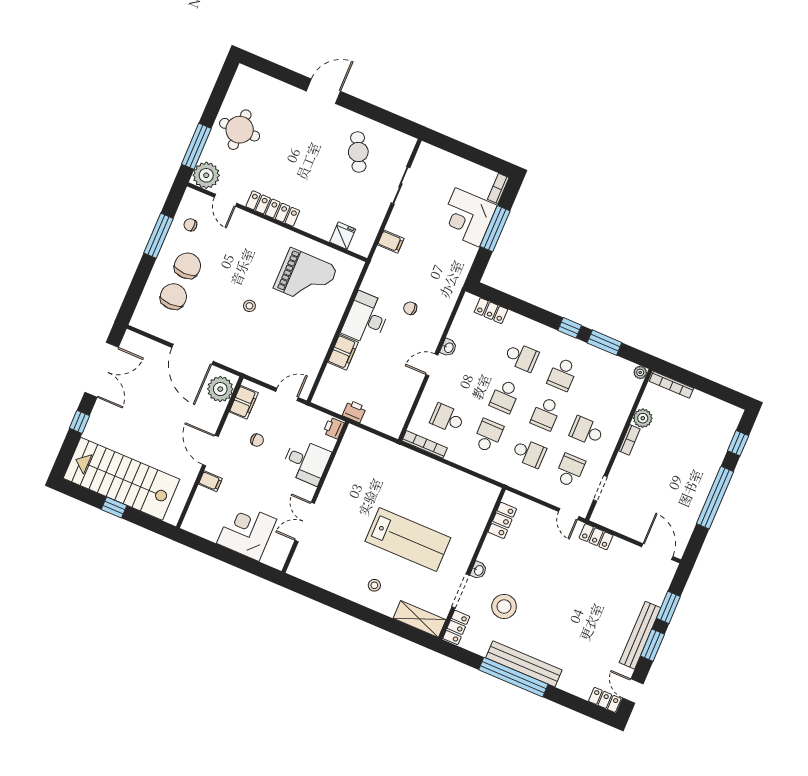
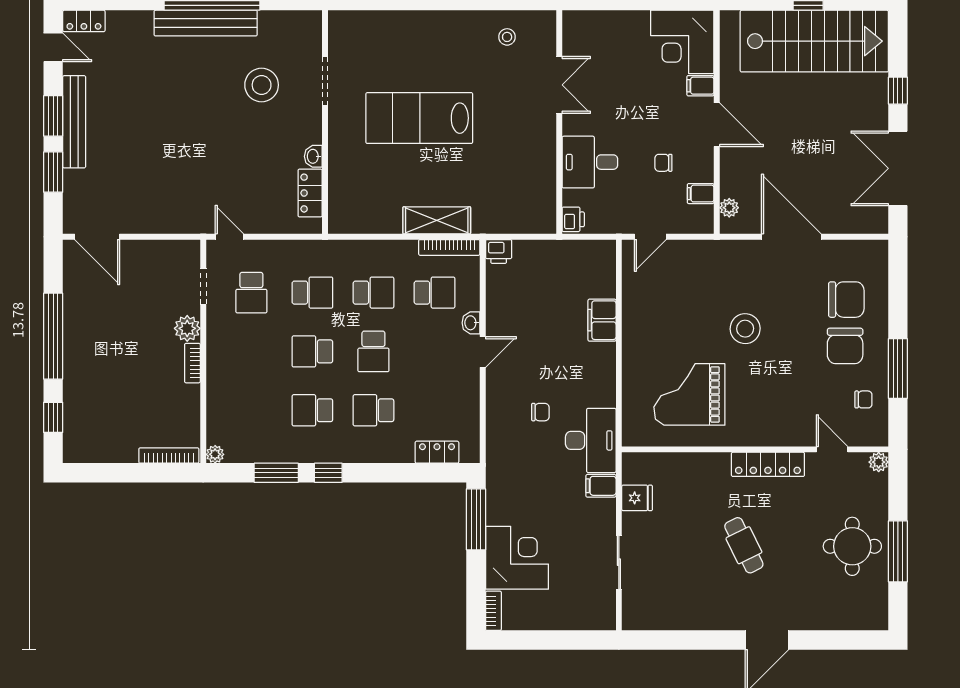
window: (196, 146) -> (898, 551), moved
cafe table: (358, 152) -> (744, 545), moved
plant: (206, 175) -> (879, 462), width x0.53, depth x0.53
window: (495, 229) -> (476, 519), moved
fridge: (343, 236) -> (637, 498), moved, turned -90
chair: (173, 297) -> (846, 300), turned -90
stool: (249, 306) -> (745, 329), width x1.89, depth x1.89
desk: (366, 319) -> (591, 440), moved
washbasin: (448, 348) -> (471, 323), moved
school desk: (562, 374) -> (312, 410), turned -90
plant: (220, 389) -> (729, 208), width x0.53, depth x0.53
school desk: (505, 396) -> (373, 351), turned 180
filing cabinet: (244, 402) -> (701, 194), width x0.50
printer: (354, 411) -> (499, 251), moved
school desk: (546, 414) -> (312, 351), turned -90
plant: (643, 418) -> (187, 328), moved
school desk: (587, 431) -> (251, 351), removed
school desk: (488, 436) -> (373, 293), turned -90
school desk: (529, 453) -> (312, 293), turned 180
corner desk: (247, 531) -> (682, 42), moved, turned 90
locker: (596, 537) -> (183, 223), removed
washbasin: (479, 570) -> (313, 156), moved
stool: (374, 585) -> (507, 37), moved
shelving: (420, 619) -> (437, 220), moved
locker: (456, 627) -> (311, 33), removed

